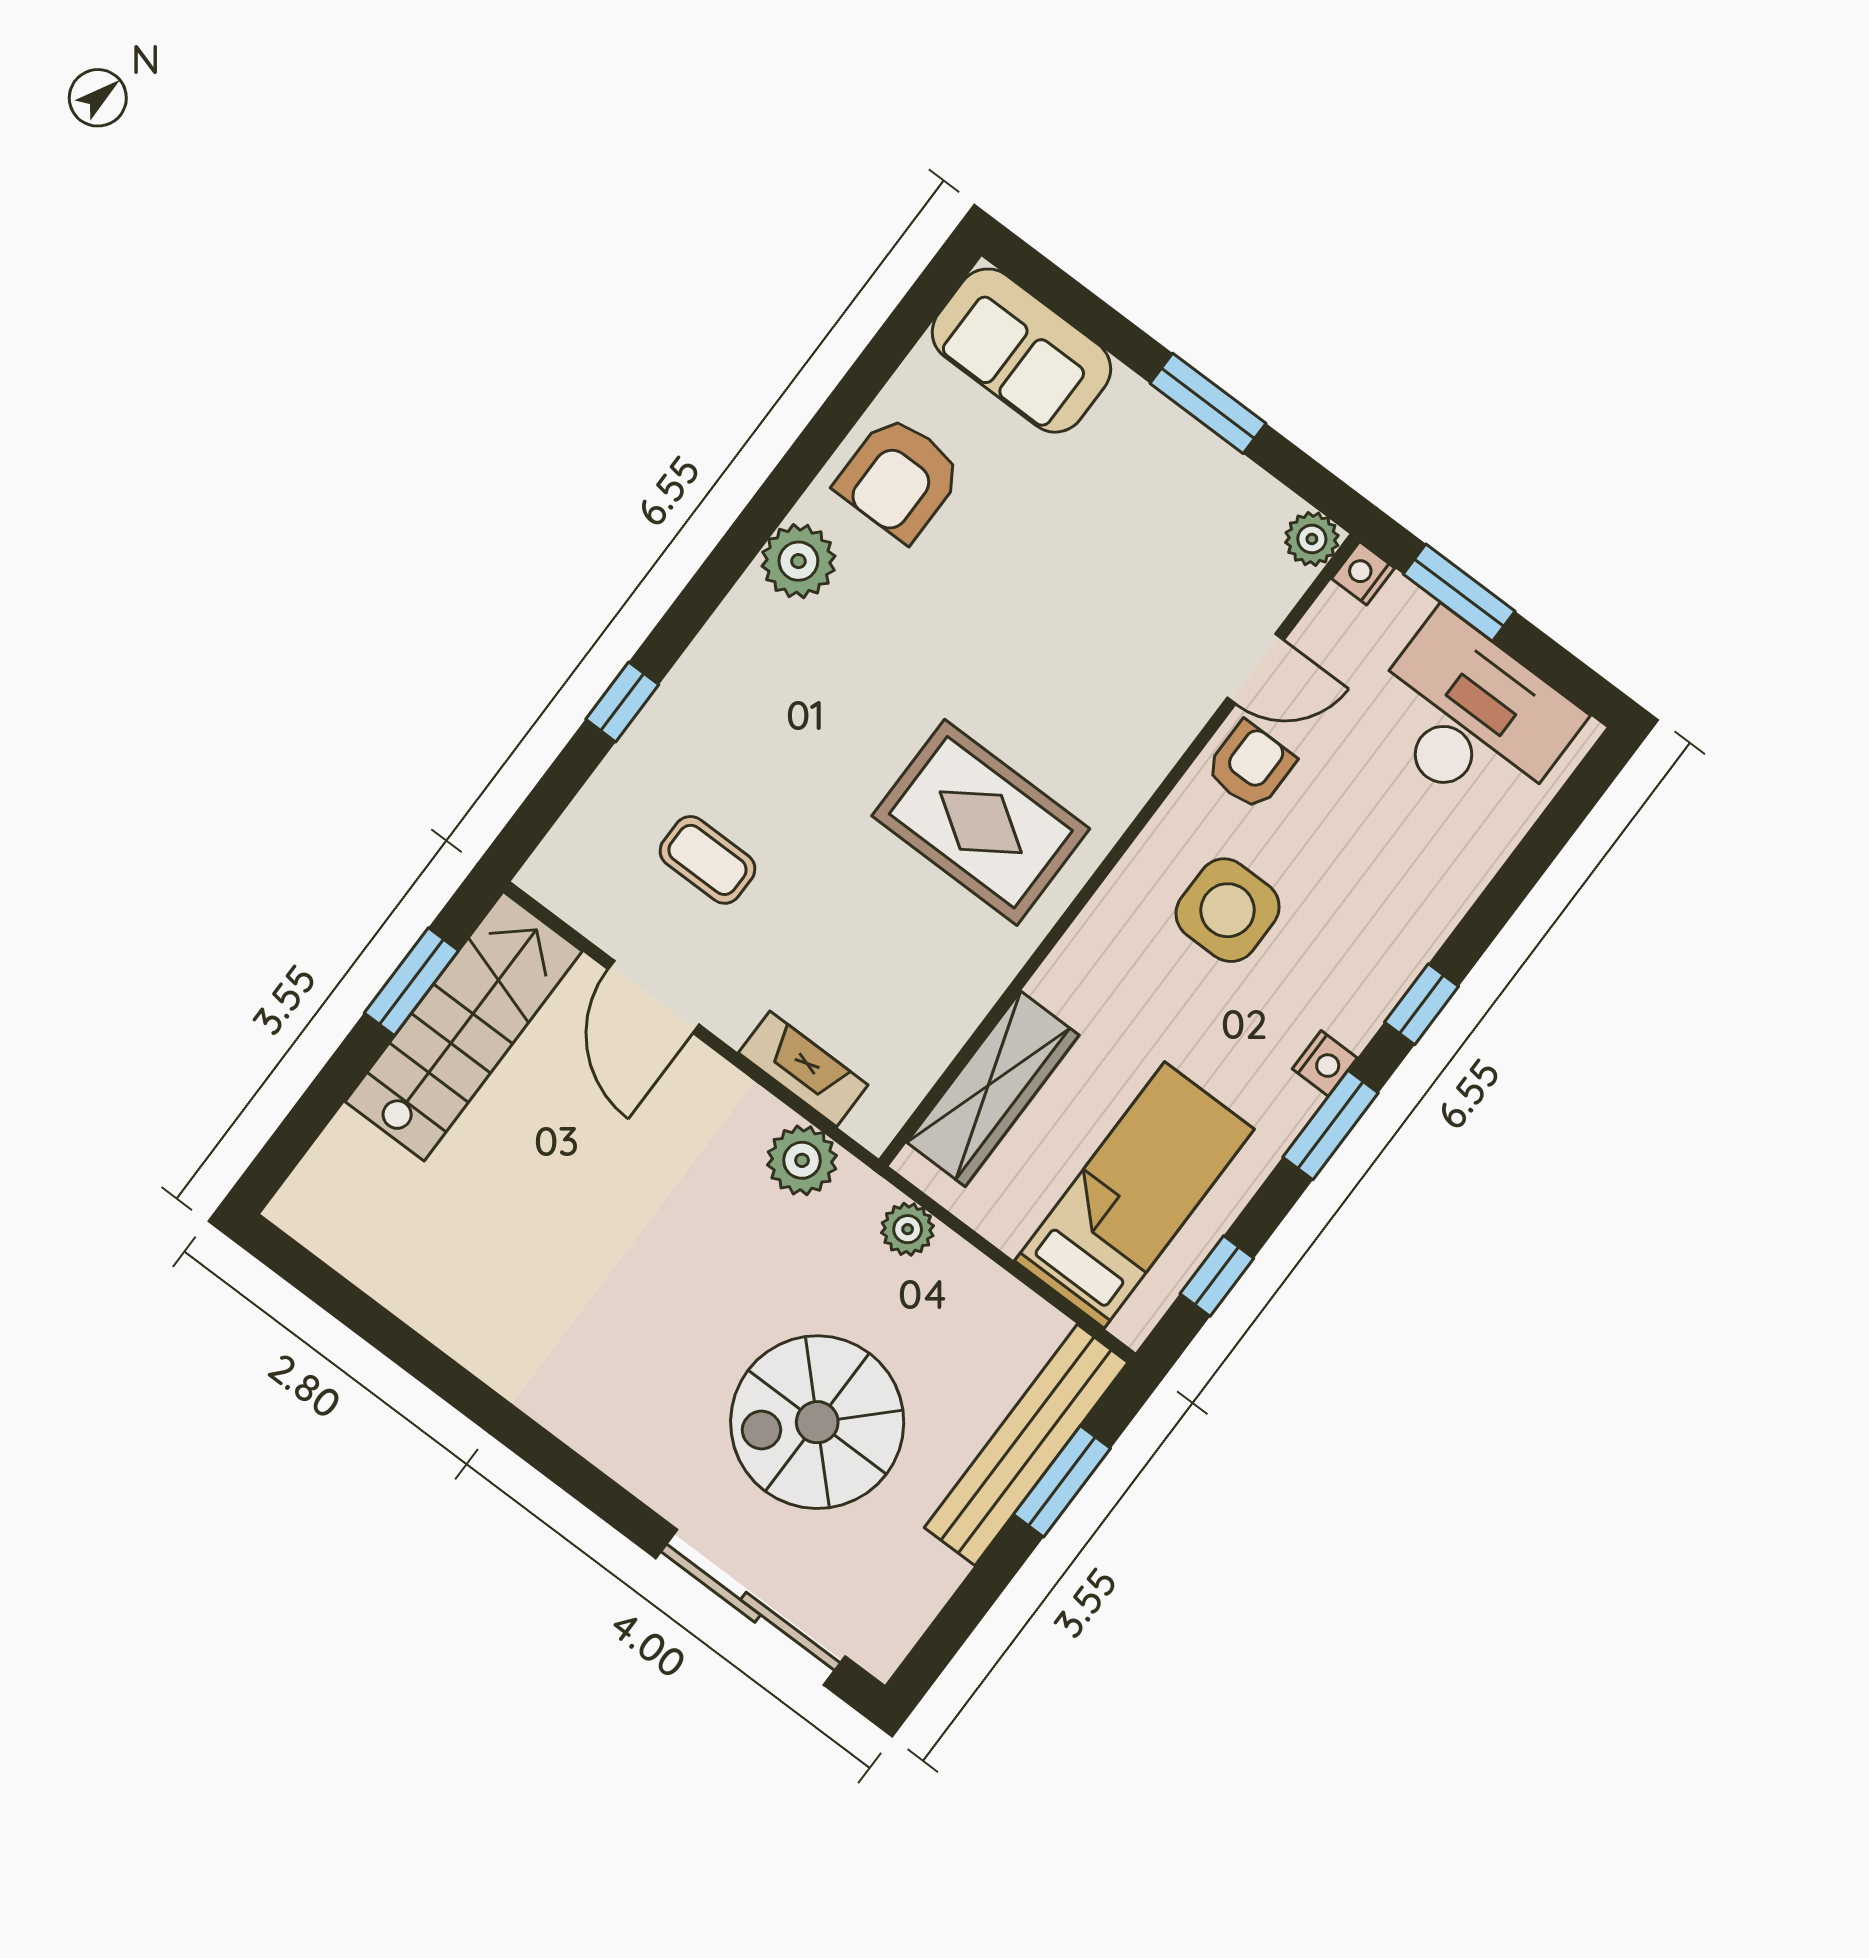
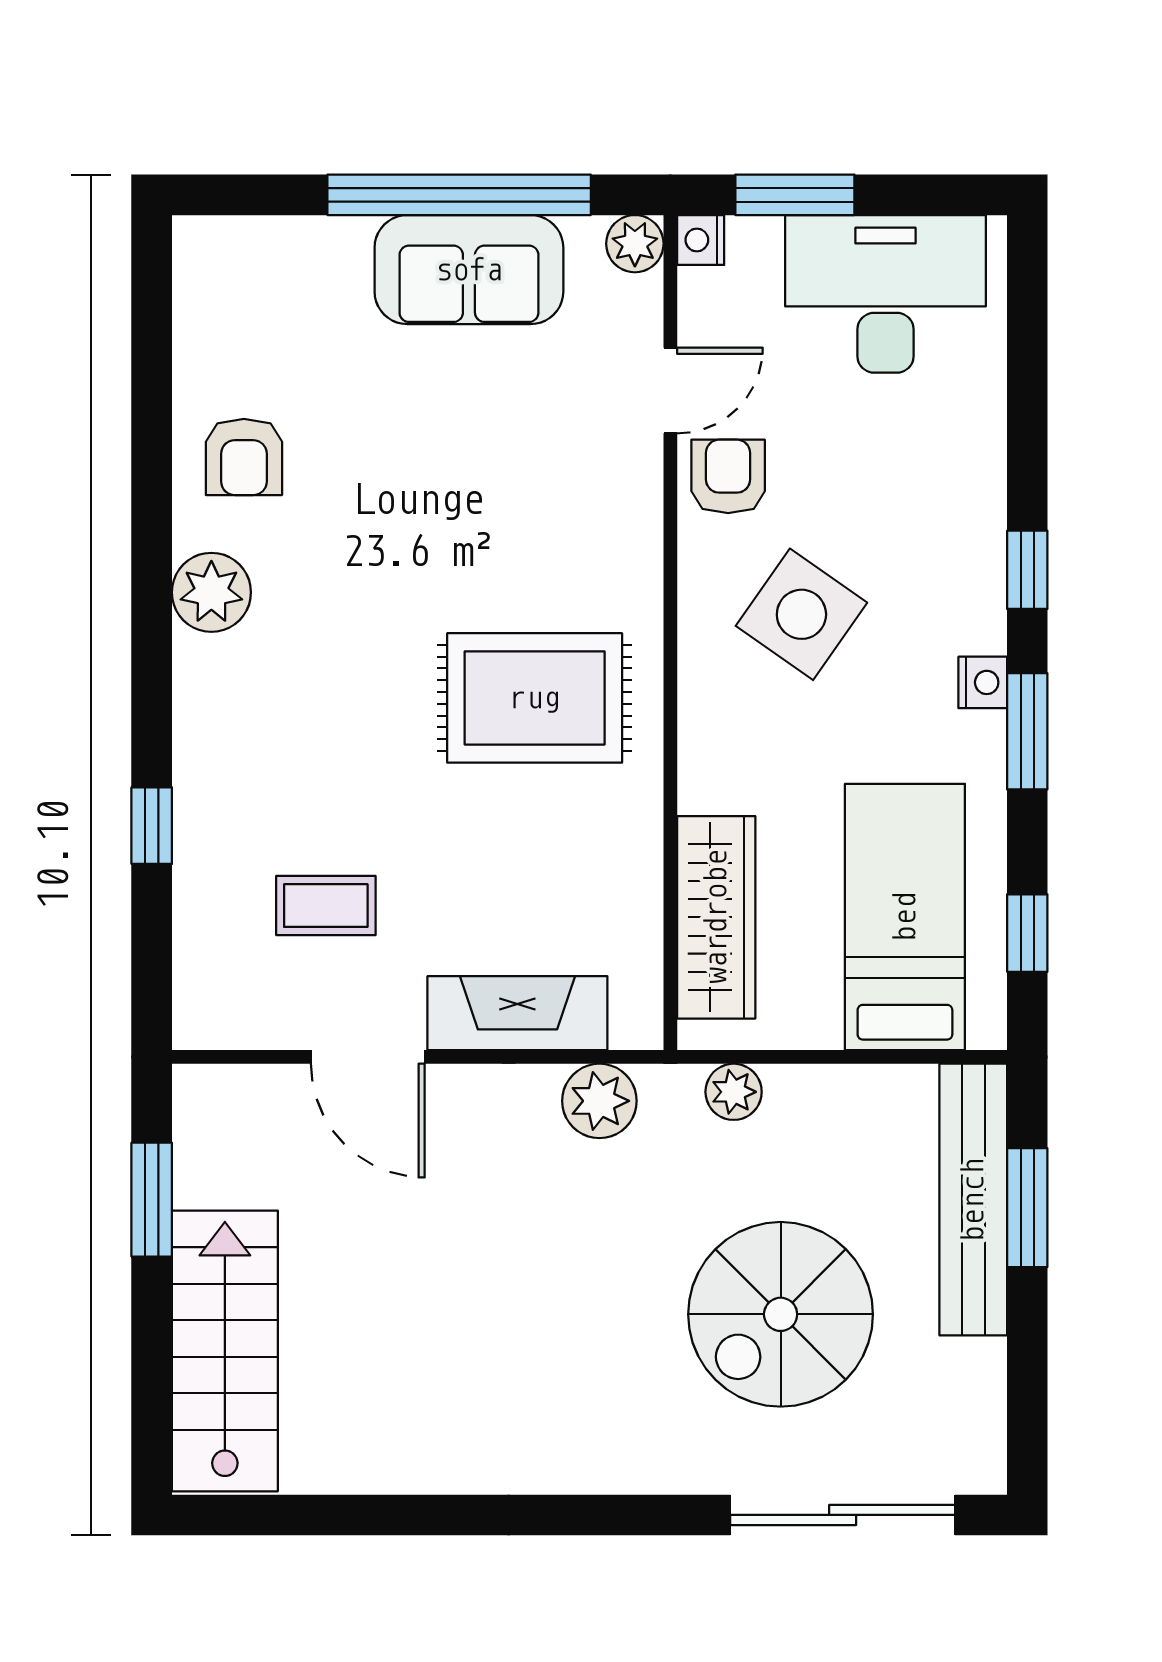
sofa: (1021, 351) -> (469, 270), moved
window: (1208, 403) -> (459, 195), width x2.11
armchair: (899, 478) -> (244, 457), width x0.72, depth x0.72
side table: (1228, 910) -> (801, 614), turned 35
stairs: (464, 1026) -> (225, 1351), moved
fireplace: (803, 1069) -> (517, 1013), width x1.37, depth x1.32

